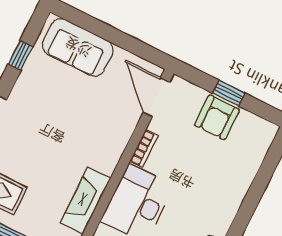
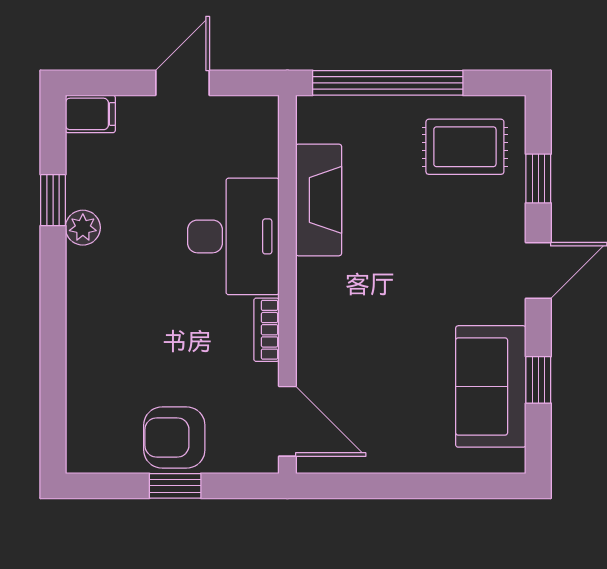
sofa: (78, 47) -> (491, 386), moved, turned -90
armchair: (217, 117) -> (174, 437), turned -90

